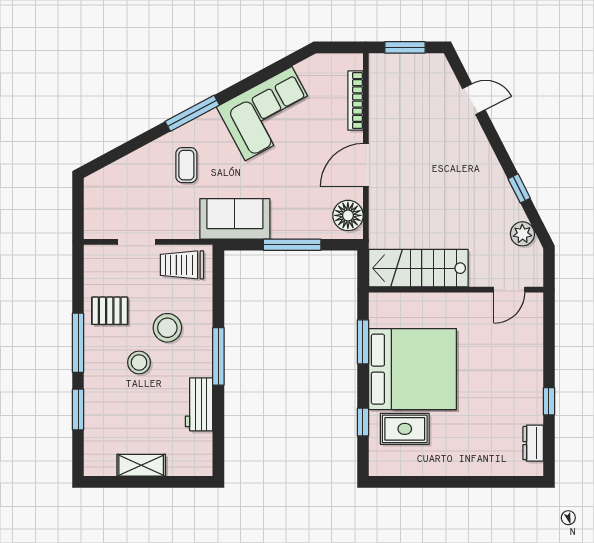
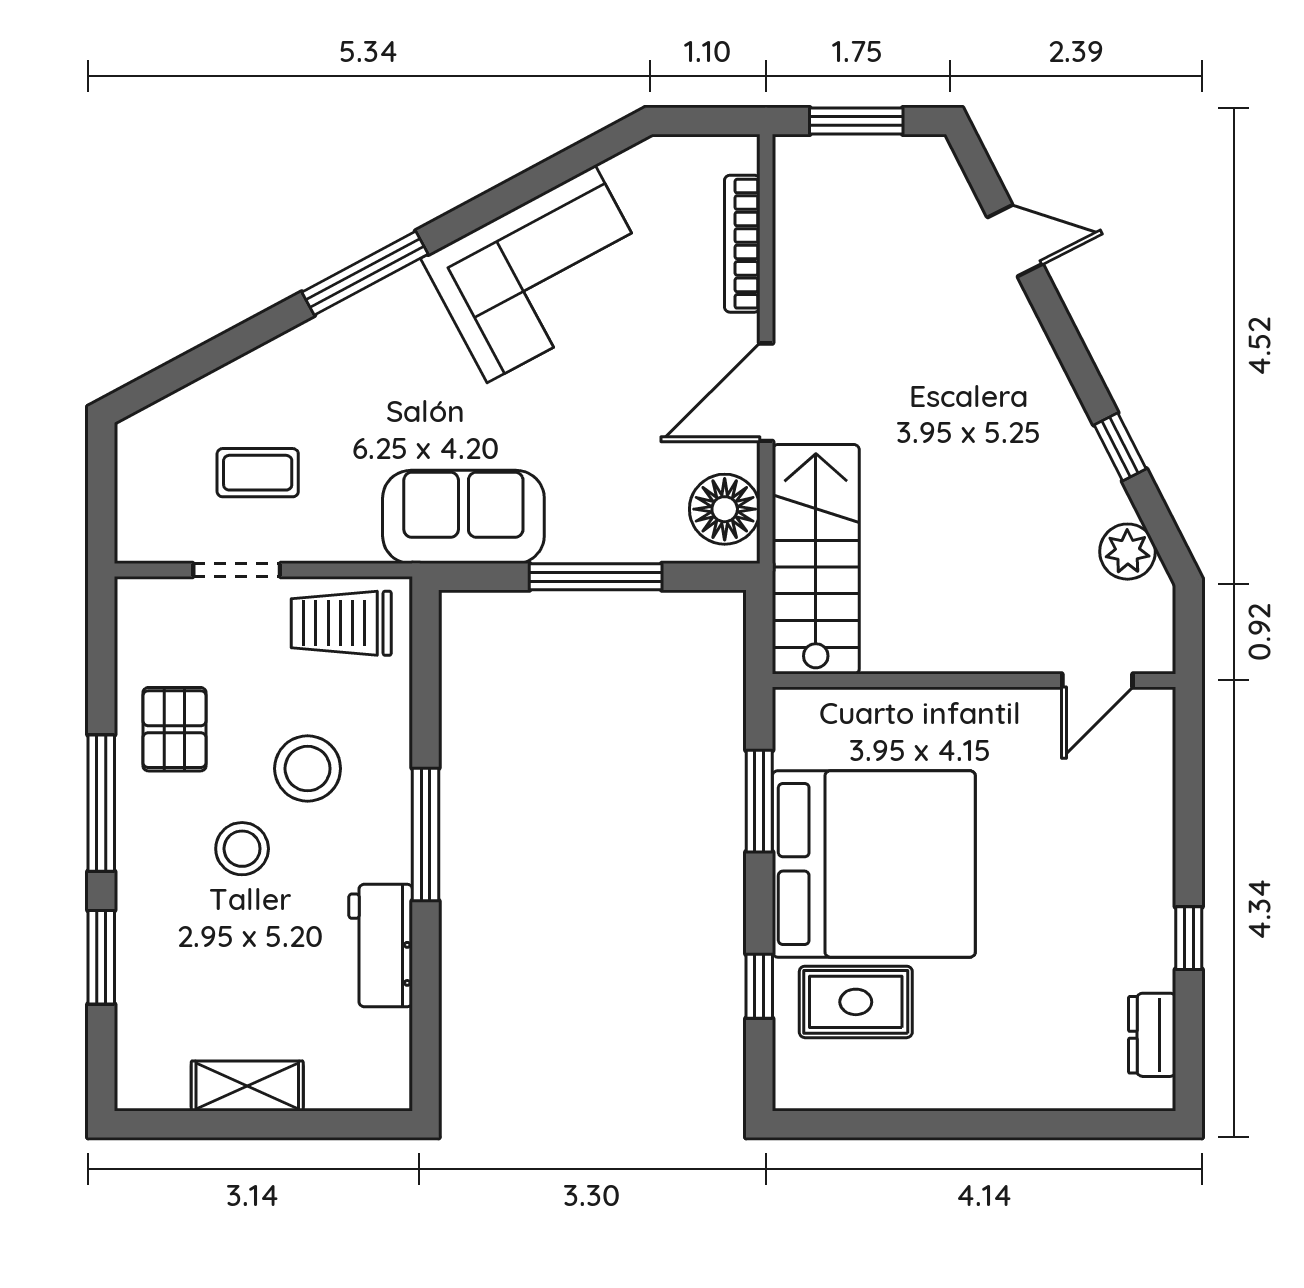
coffee table: (186, 165) -> (258, 473), moved, turned 90
stairs: (418, 268) -> (816, 559), moved, turned 90
pallet: (110, 311) -> (174, 729), turned 90

